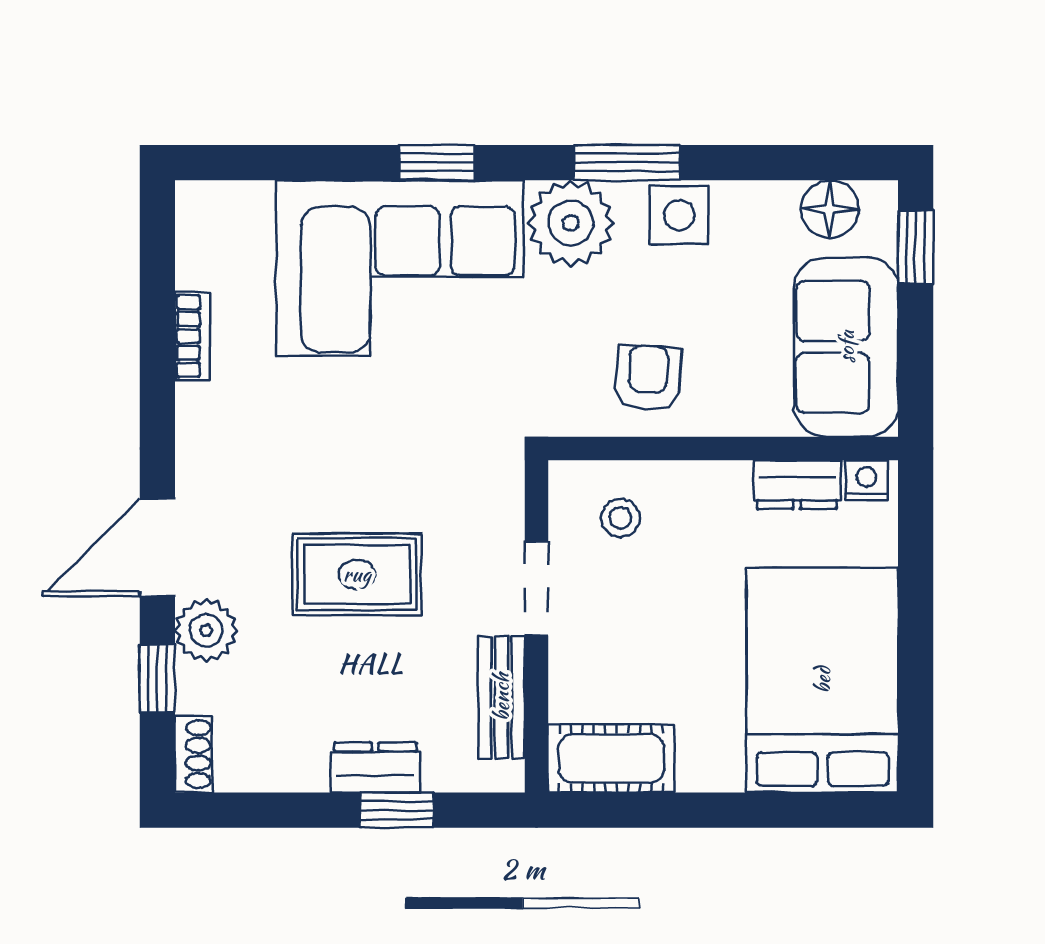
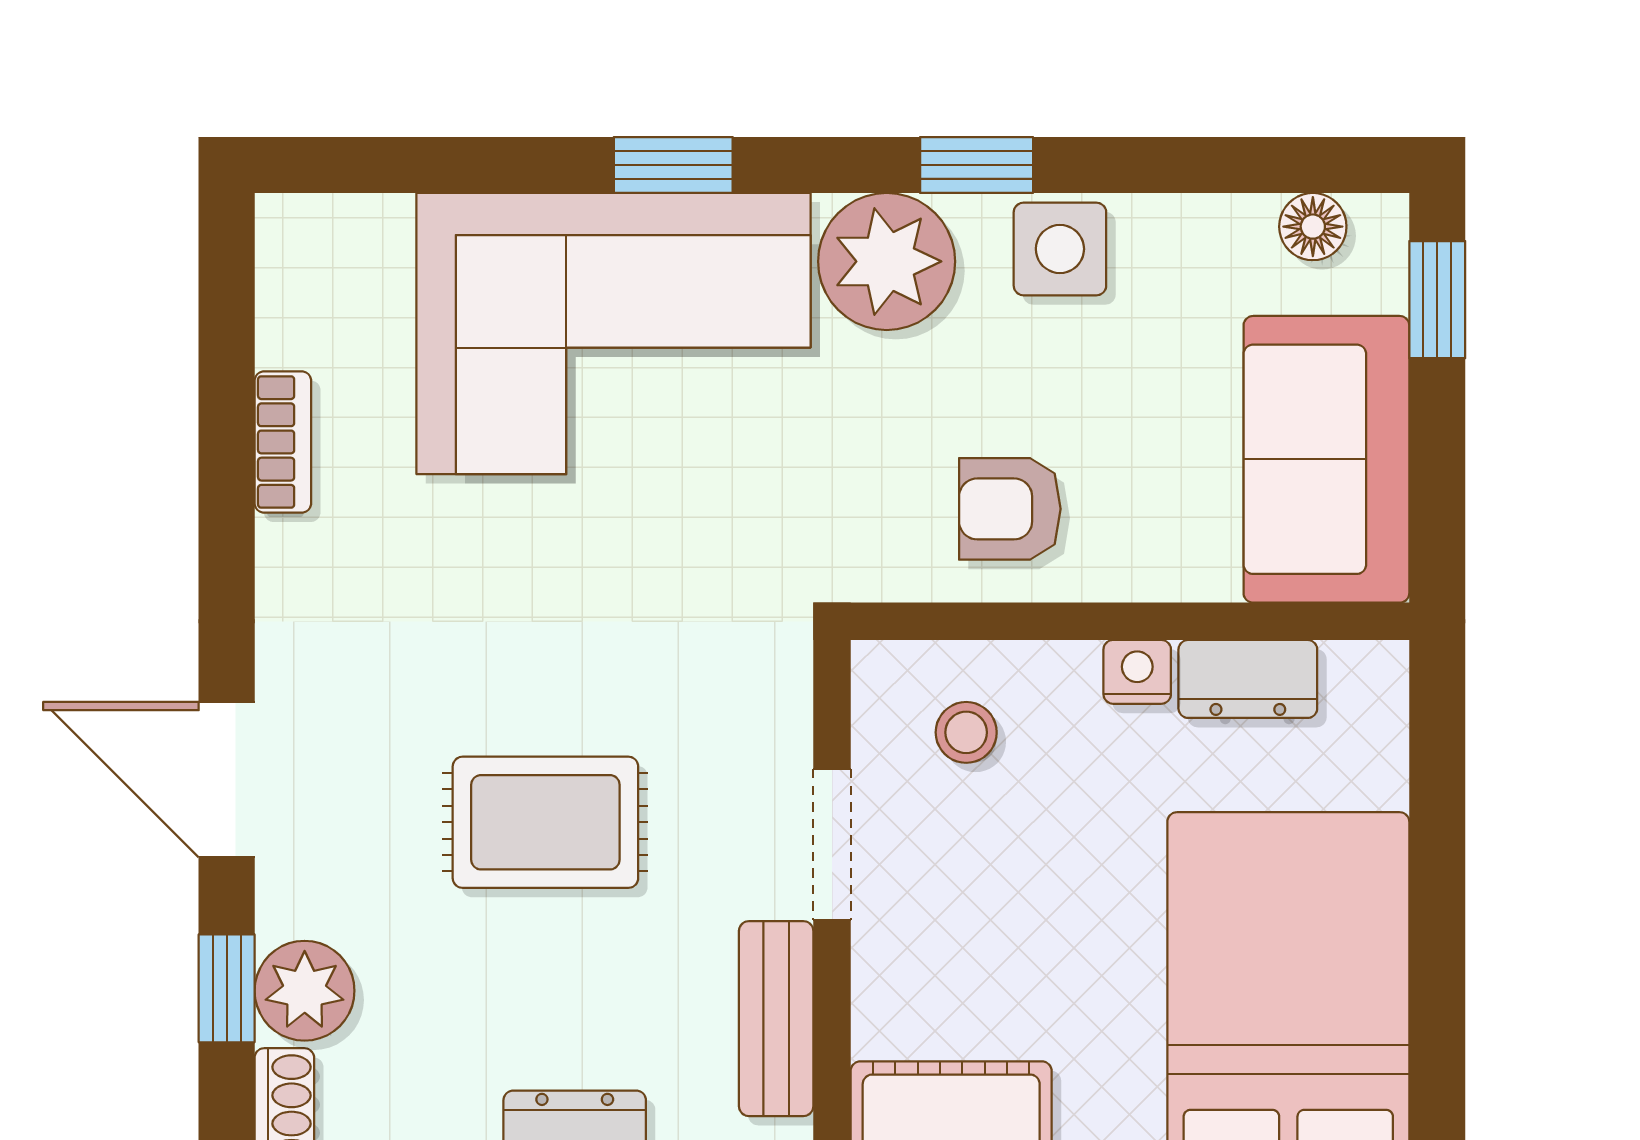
window: (627, 163) -> (977, 165), width x0.67
floor lamp: (830, 209) -> (1313, 227), width x0.73, depth x0.73
armchair: (648, 378) -> (1010, 509), turned -94
nightstand: (866, 480) -> (1137, 672), moved
door: (157, 548) -> (227, 780), hinge flipped
plant: (206, 631) -> (305, 991), moved

